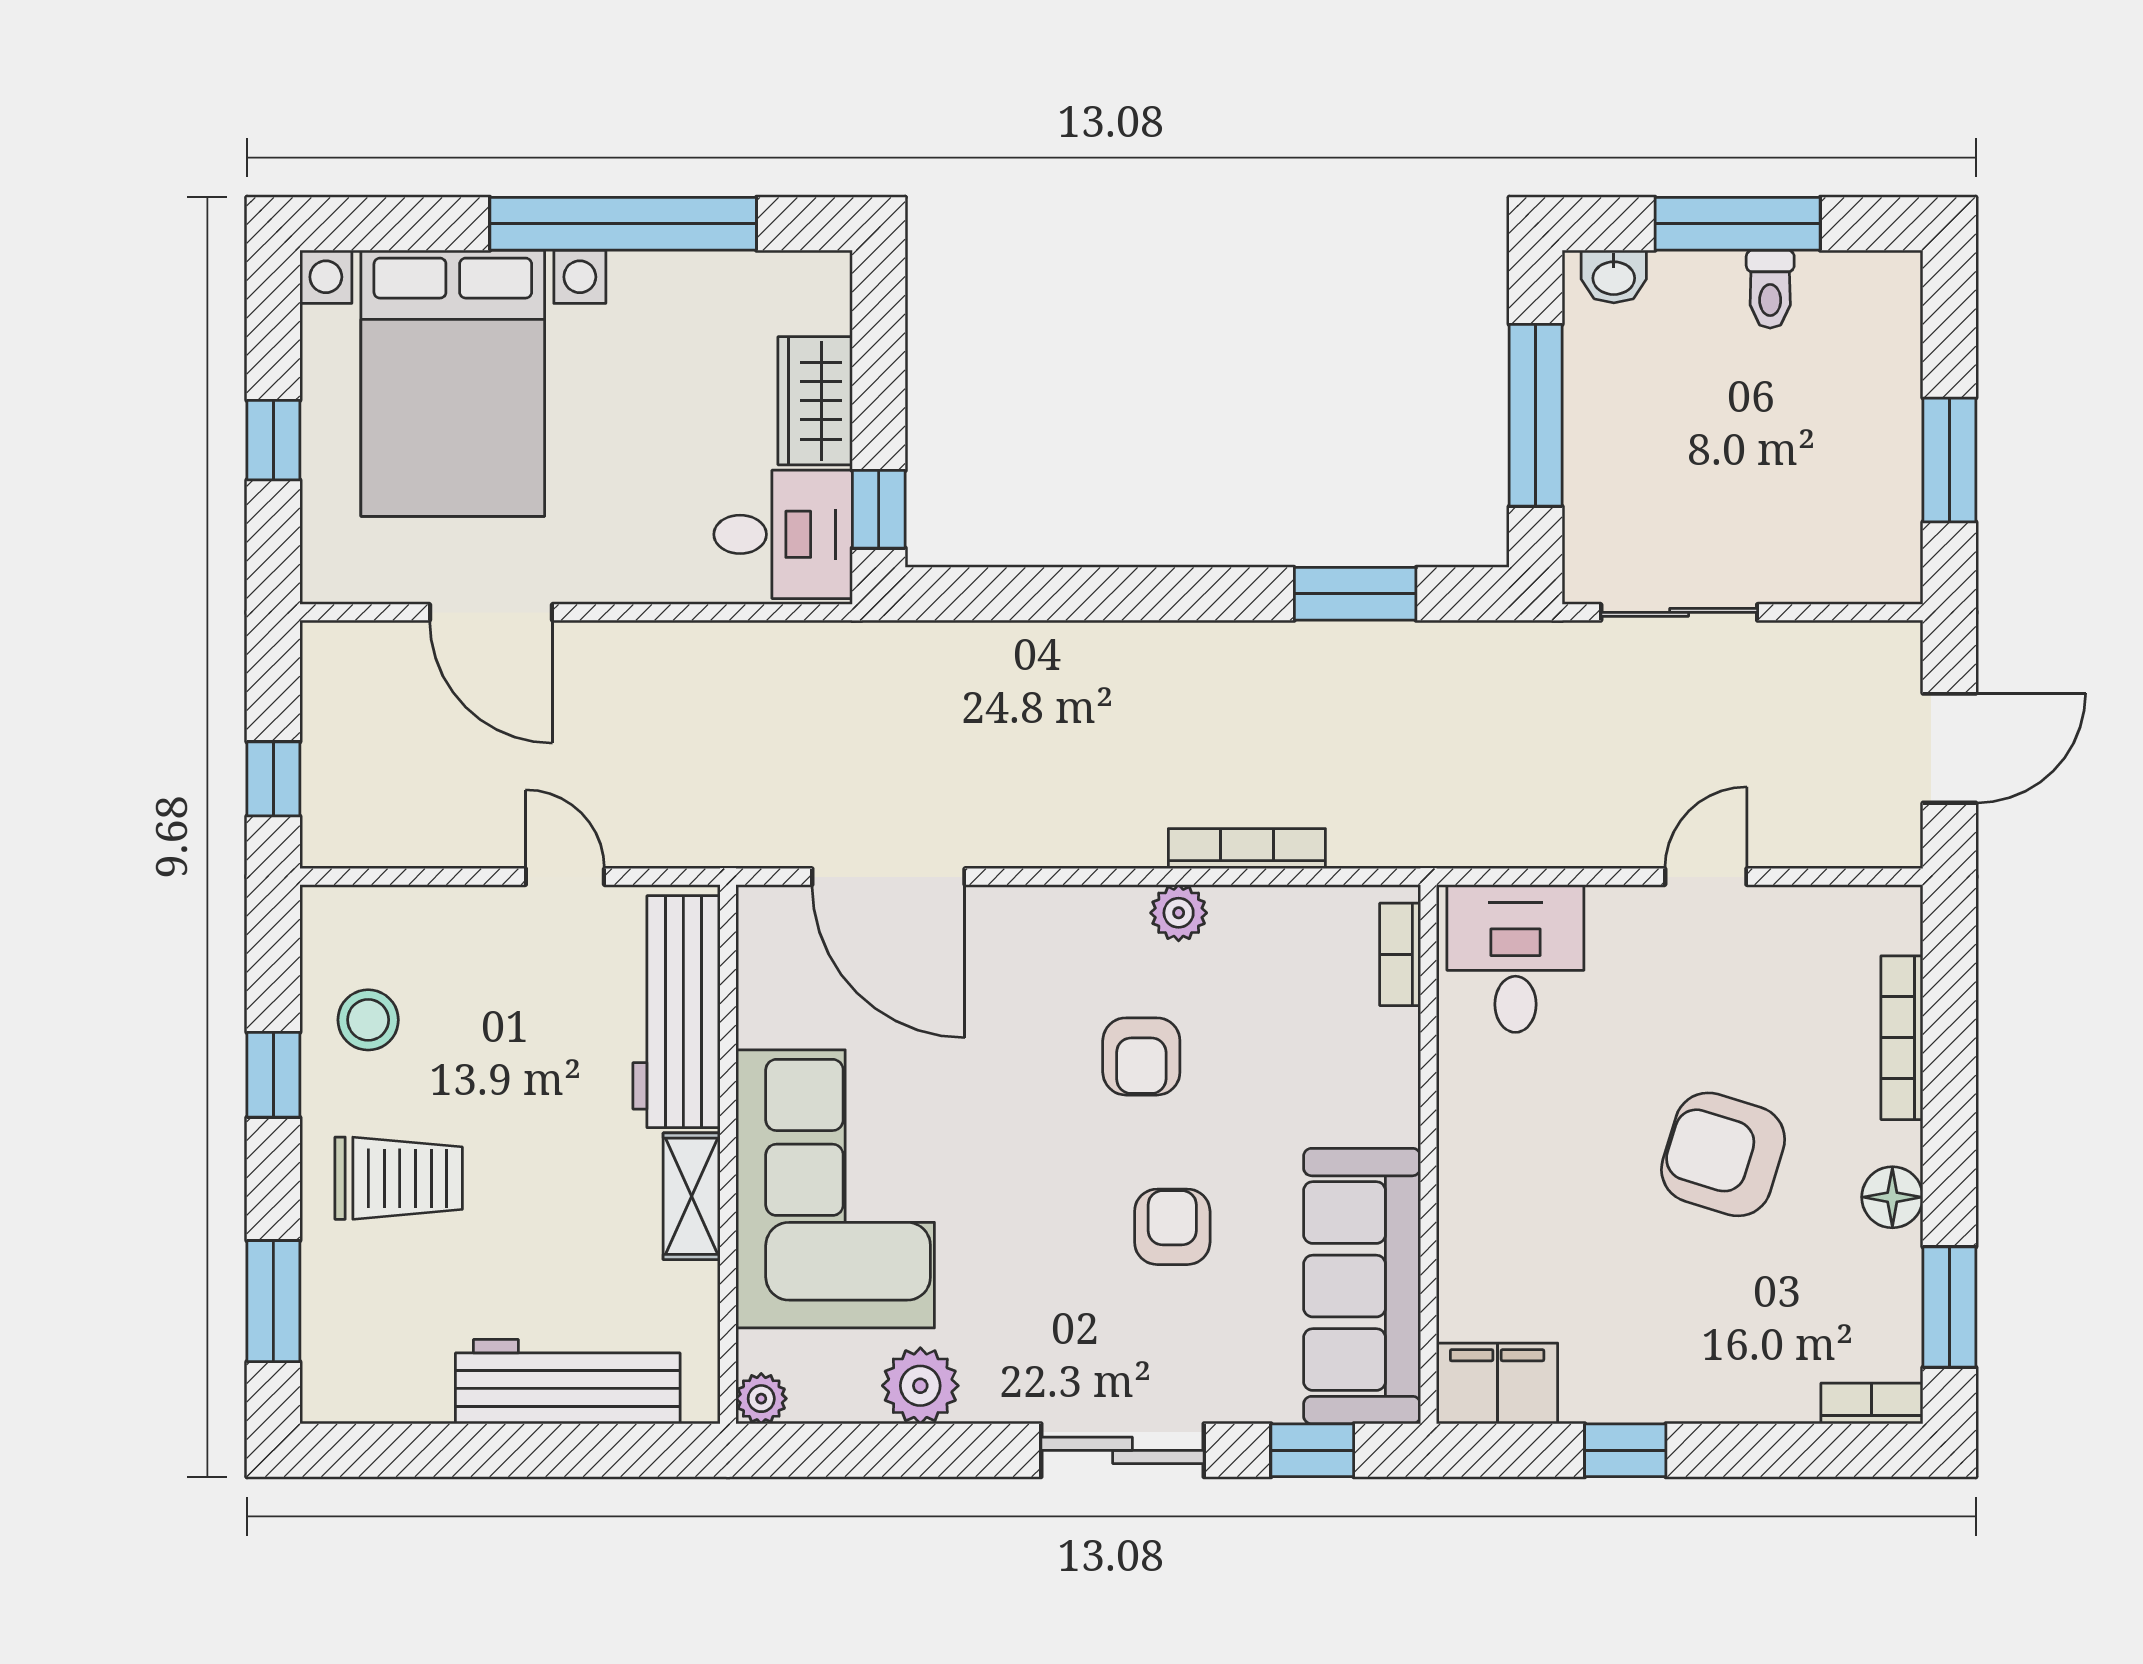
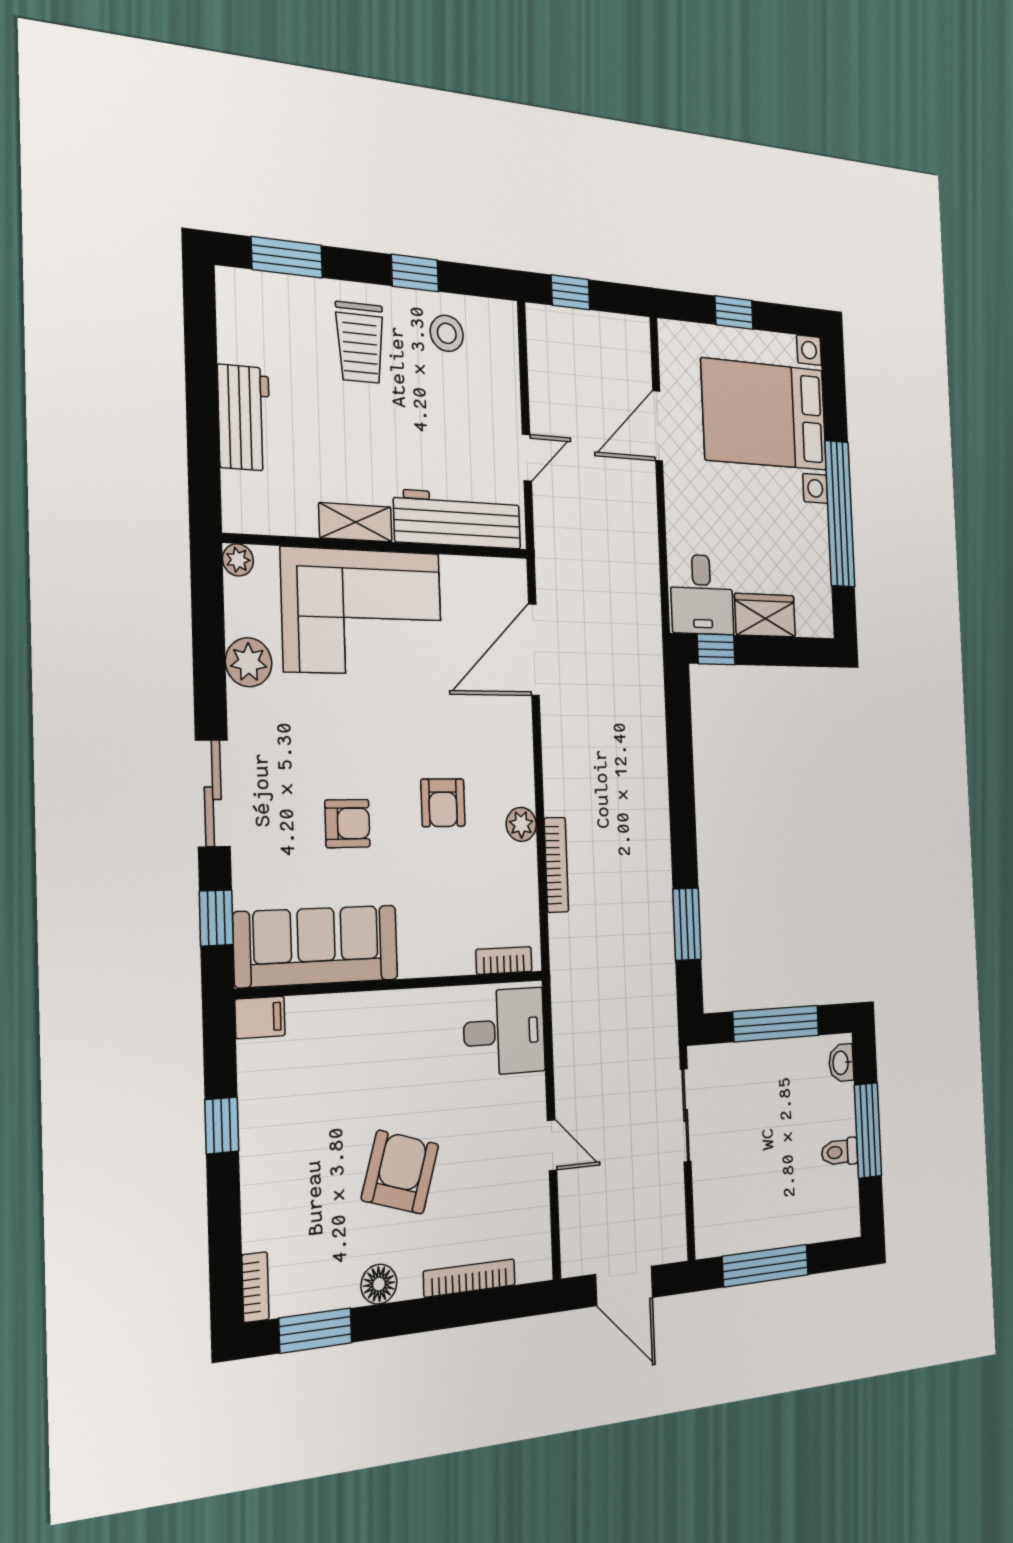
window: (1949, 460) -> (766, 1266), width x1.44
armchair: (1141, 1056) -> (443, 803), turned -90
workbench: (568, 1382) -> (244, 418), width x0.73
filing cabinet: (1497, 1383) -> (260, 1017), width x0.50

